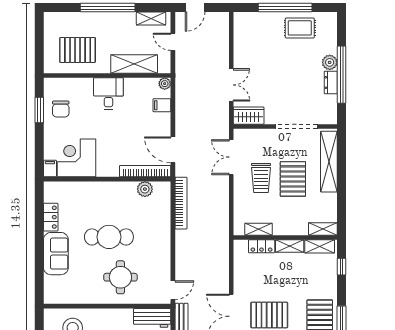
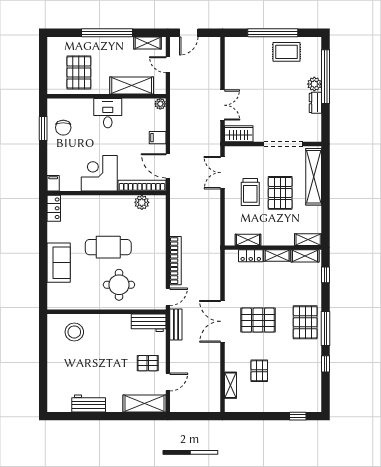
pallet: (78, 50) -> (79, 72), turned 90
window: (342, 75) -> (325, 77), moved
filing cabinet: (162, 105) -> (158, 138), moved
corner desk: (77, 158) -> (99, 173), moved
bookcase: (181, 203) -> (175, 261), moved
locker: (51, 217) -> (54, 208), moved

